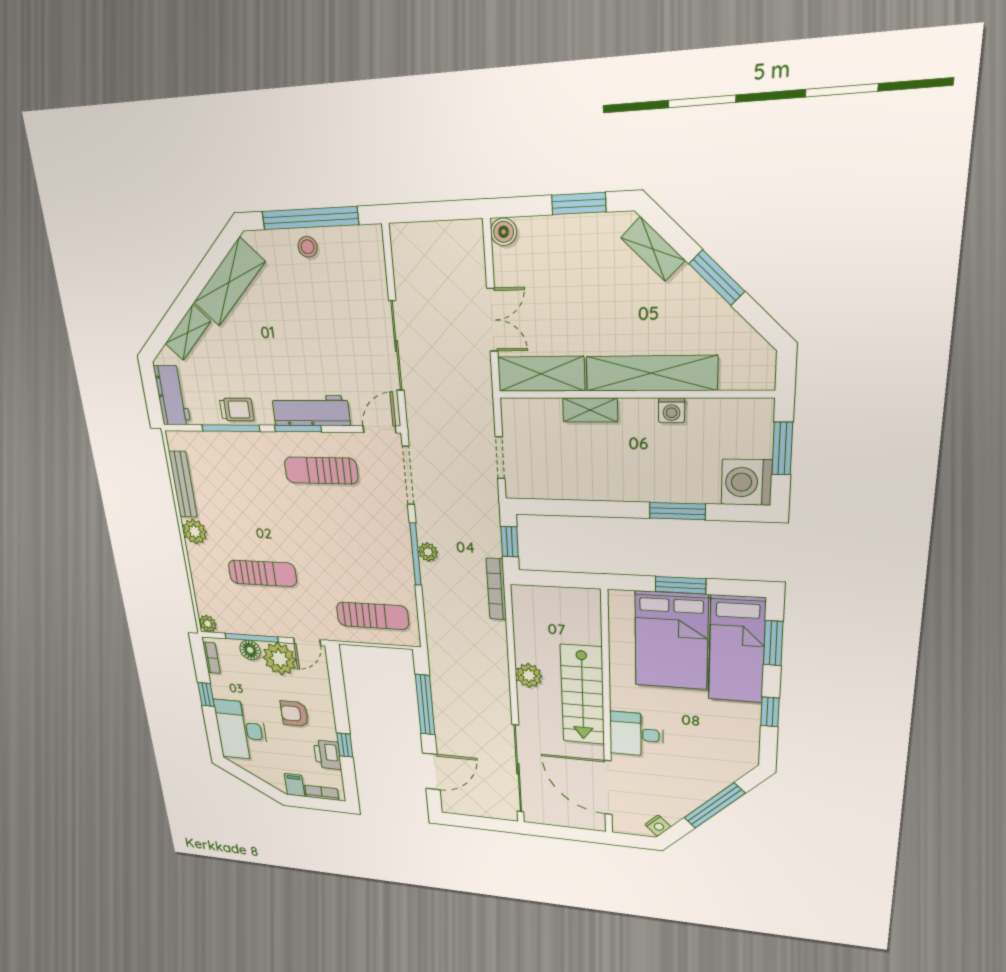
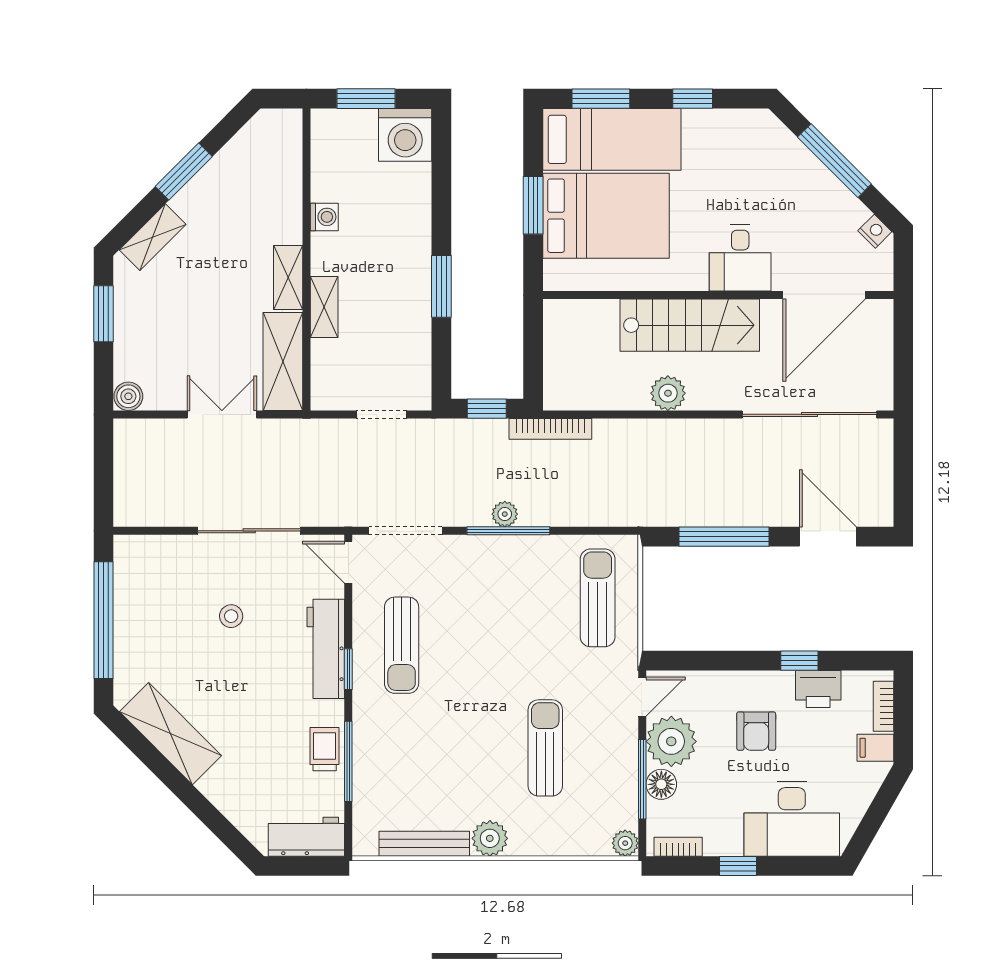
stool: (308, 247) -> (231, 616), moved
shelving: (188, 332) -> (228, 800), removed
shelving: (651, 373) -> (288, 278), width x0.45, depth x0.75
window: (298, 429) -> (348, 669), width x0.67
window: (677, 511) -> (441, 286), moved
door: (307, 642) -> (642, 697), hinge flipped

